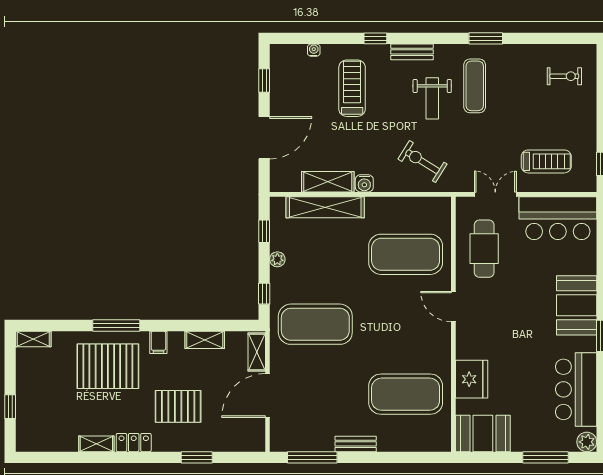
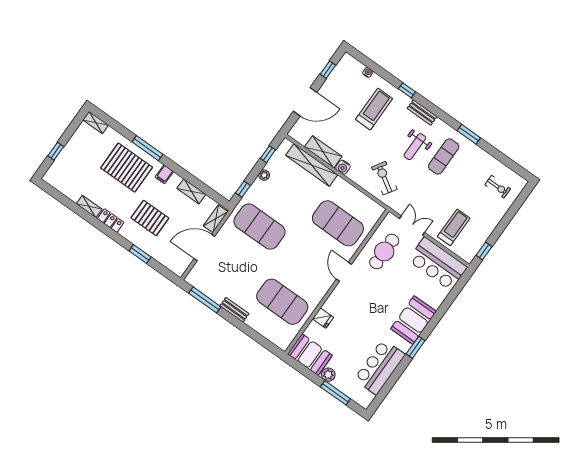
treadmill: (546, 161) -> (454, 227), turned -90
fridge: (472, 379) -> (323, 318), width x0.53, depth x0.75
plant: (587, 442) -> (328, 375), moved

